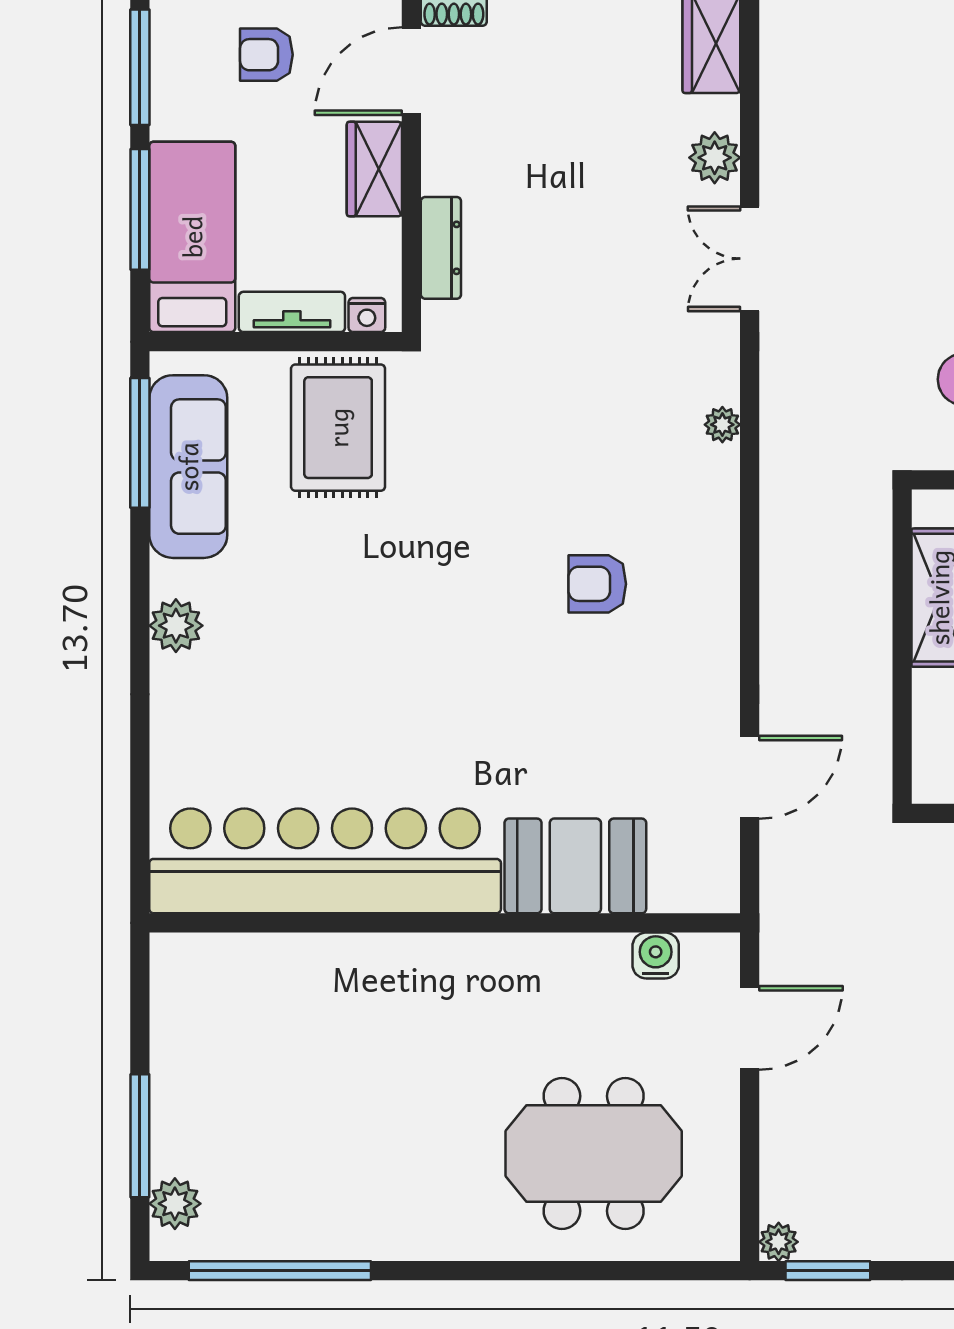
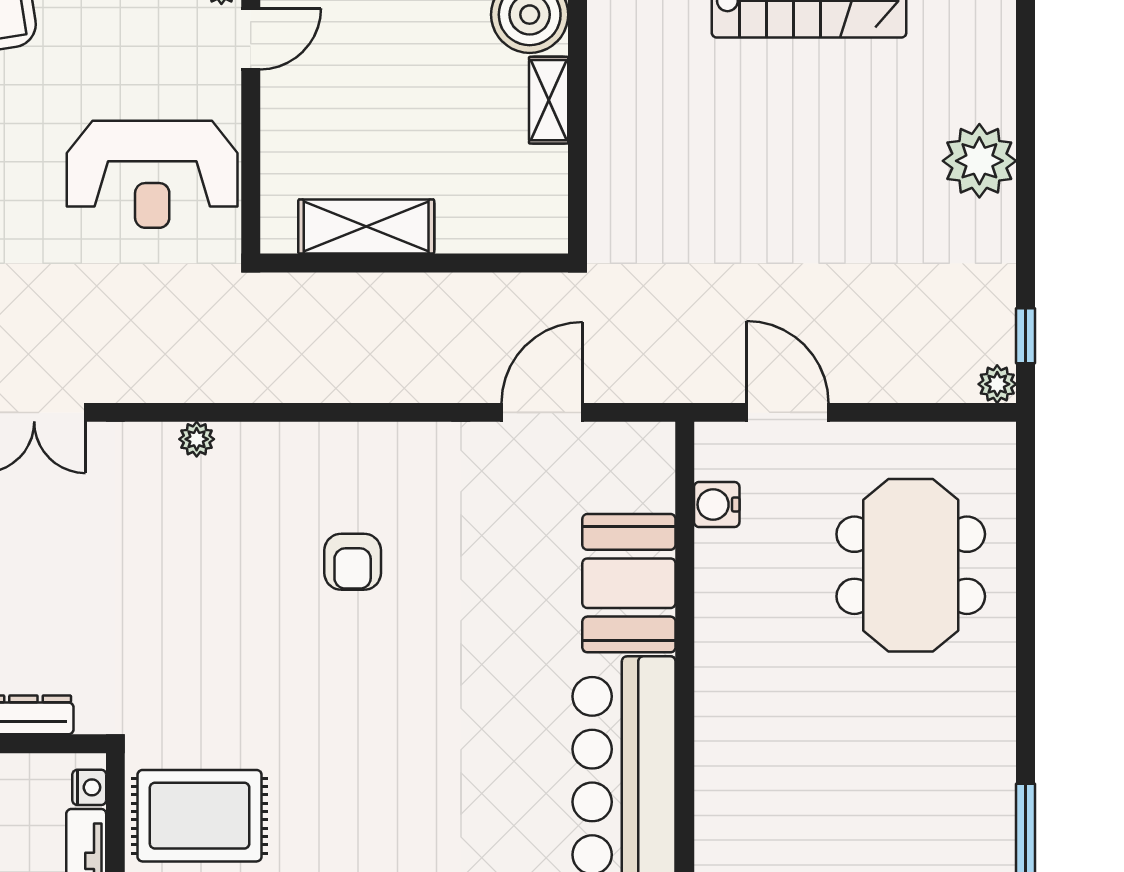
door: (750, 777) -> (542, 412), hinge flipped
window: (828, 1271) -> (1025, 336), width x0.67

